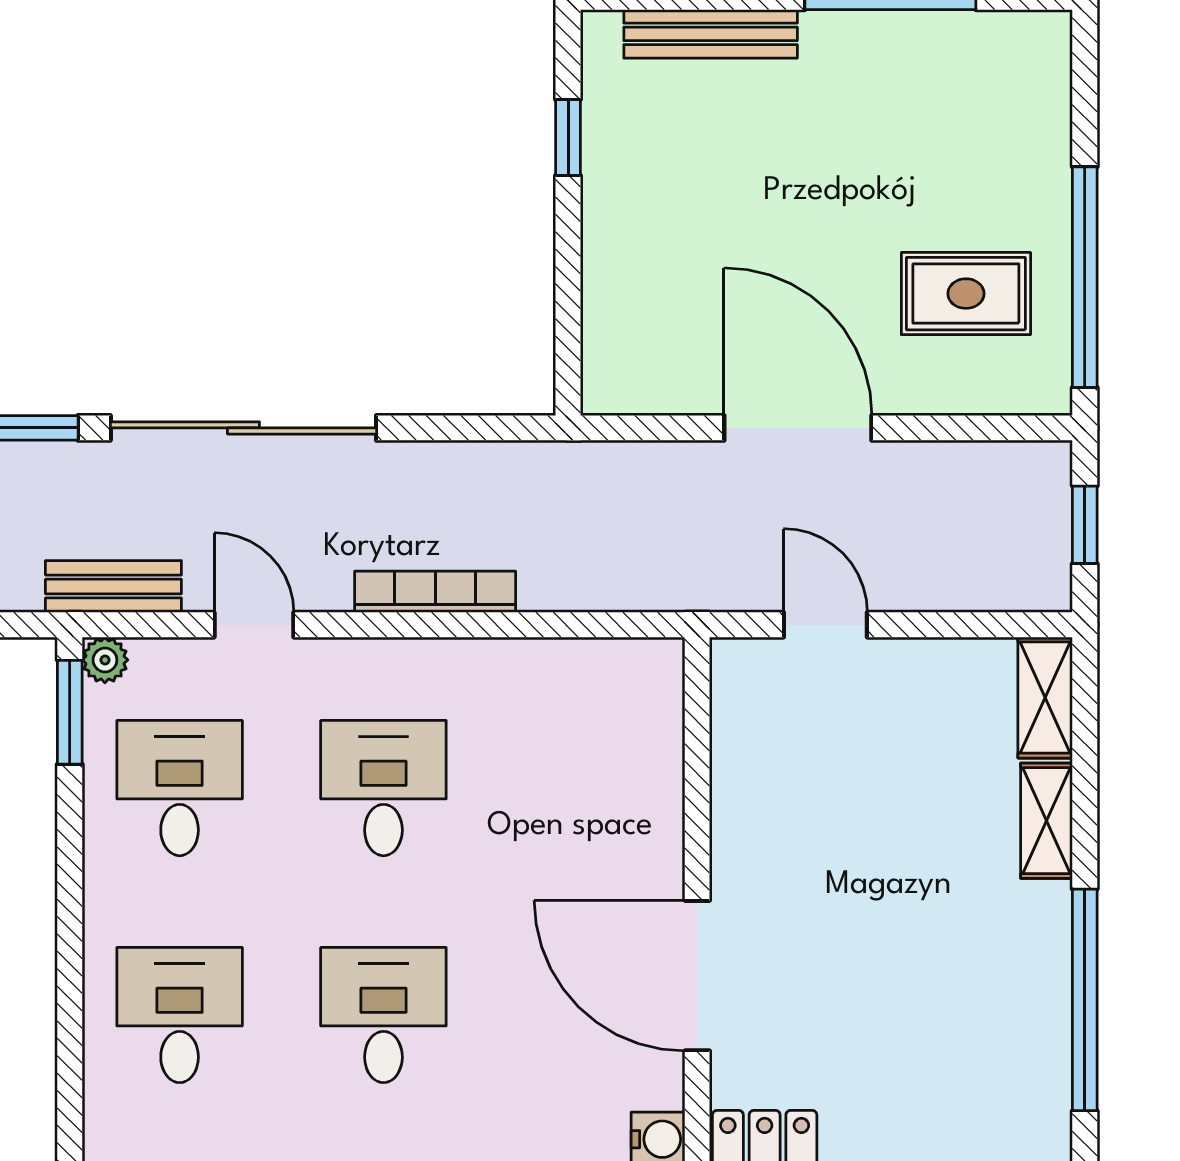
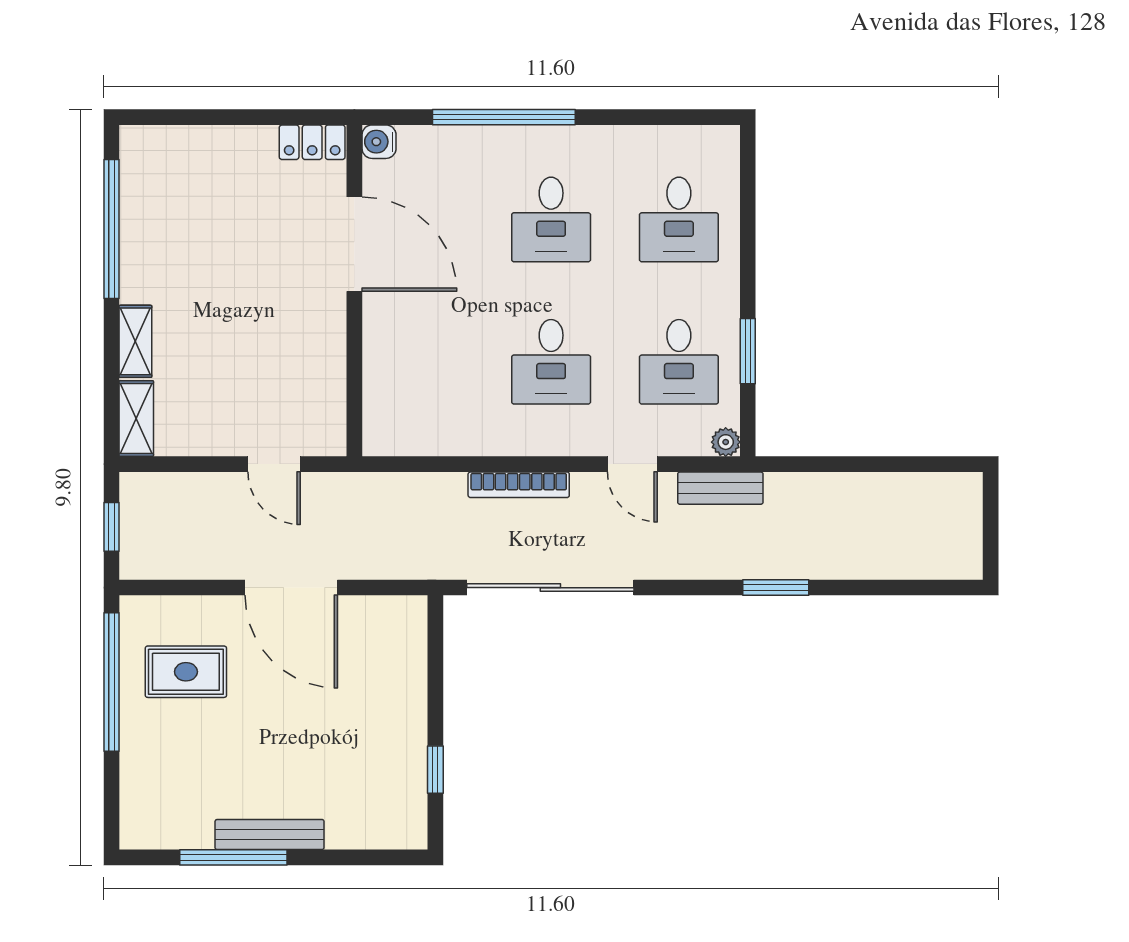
bench: (711, 34) -> (270, 835), moved
sliding door: (243, 428) -> (550, 588), moved
window: (70, 712) -> (748, 351), moved

